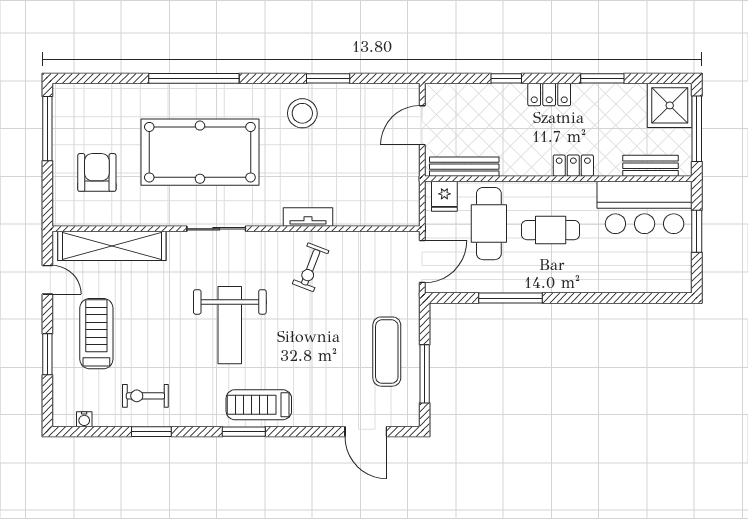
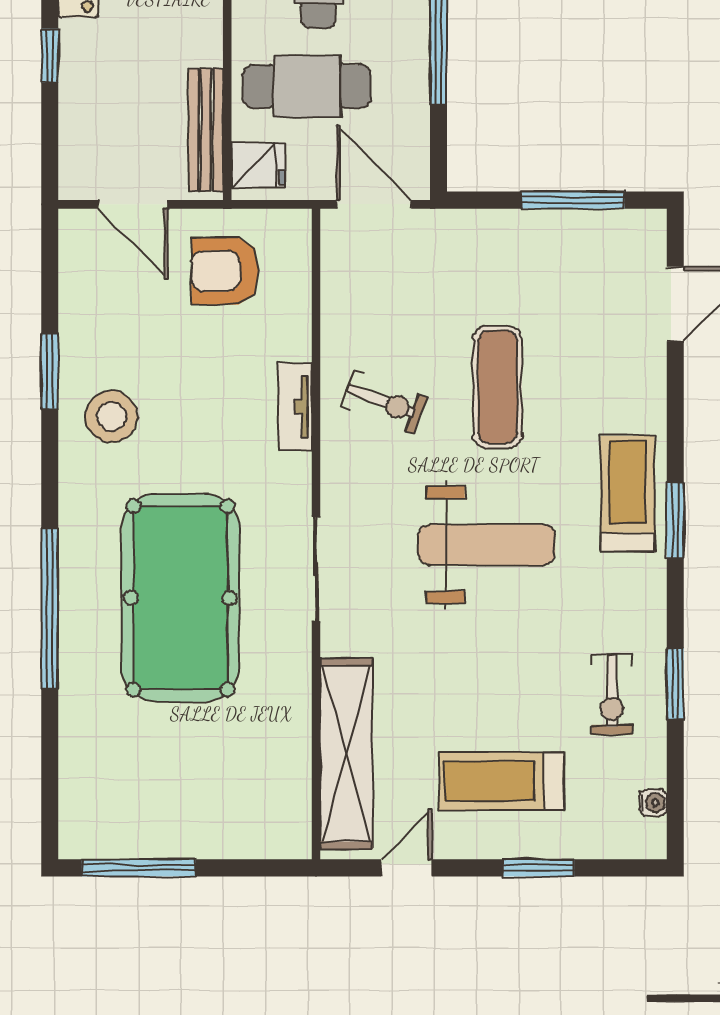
armchair: (97, 172) -> (225, 271), moved
exercise mat: (387, 352) -> (497, 387), moved, turned 90
treadmill: (259, 405) -> (627, 494), turned 180

